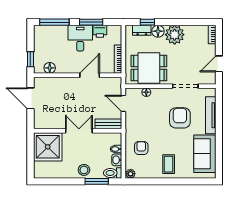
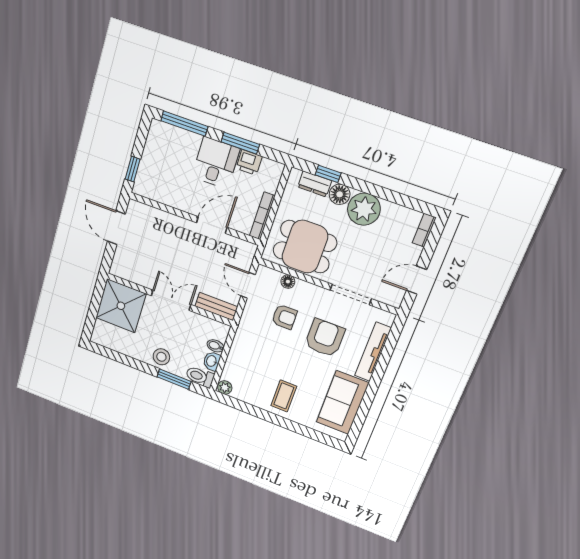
floor lamp: (50, 68) -> (157, 192), removed
armchair: (141, 148) -> (284, 317), moved, turned 90

